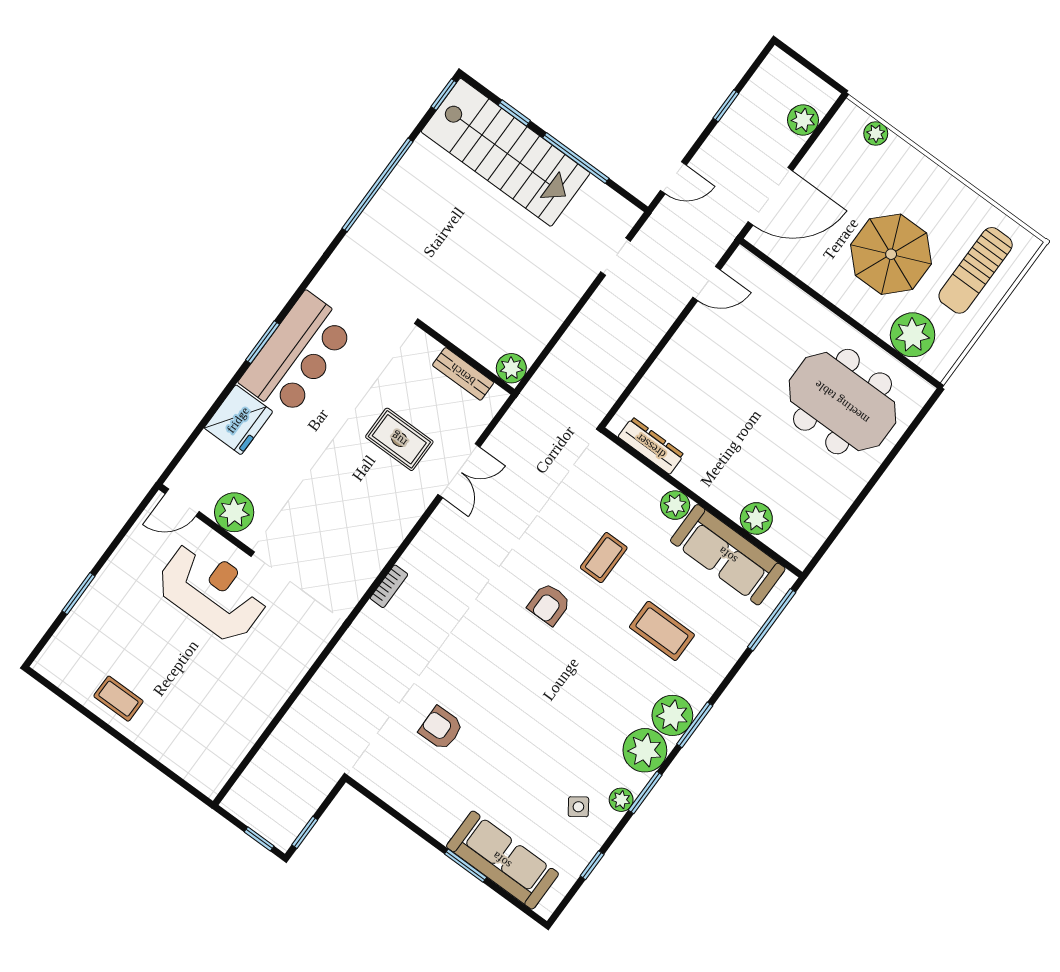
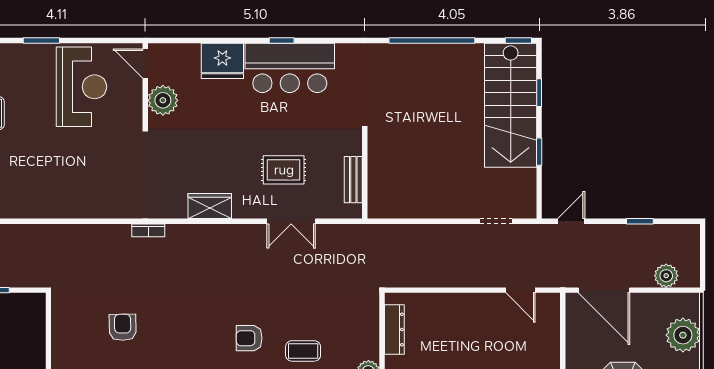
plant: (876, 133) -> (683, 335), width x1.87, depth x1.87
window: (576, 158) -> (539, 152), width x0.46
door: (673, 178) -> (571, 221), swing flipped
window: (263, 342) -> (282, 40), width x0.67
plant: (511, 368) -> (379, 207), removed
rug: (399, 439) -> (284, 170), turned 90
wardrobe: (381, 544) -> (210, 206), added
bookcase: (389, 586) -> (148, 230), moved
reception desk: (212, 592) -> (81, 87), moved

